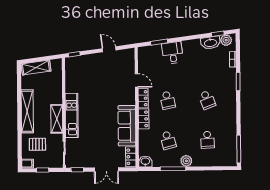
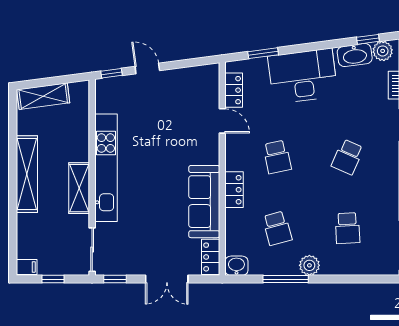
door: (109, 49) -> (147, 69), moved
desk: (173, 53) -> (303, 76), width x1.87, depth x1.30
locker: (143, 98) -> (234, 90), moved
school desk: (207, 100) -> (348, 157), turned 45
kitchen unit: (72, 115) -> (106, 168), width x1.36
pallet: (37, 144) -> (44, 233), removed

